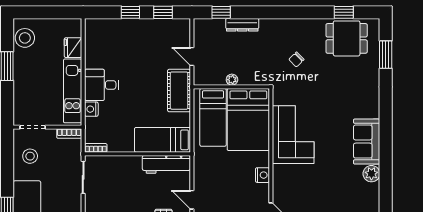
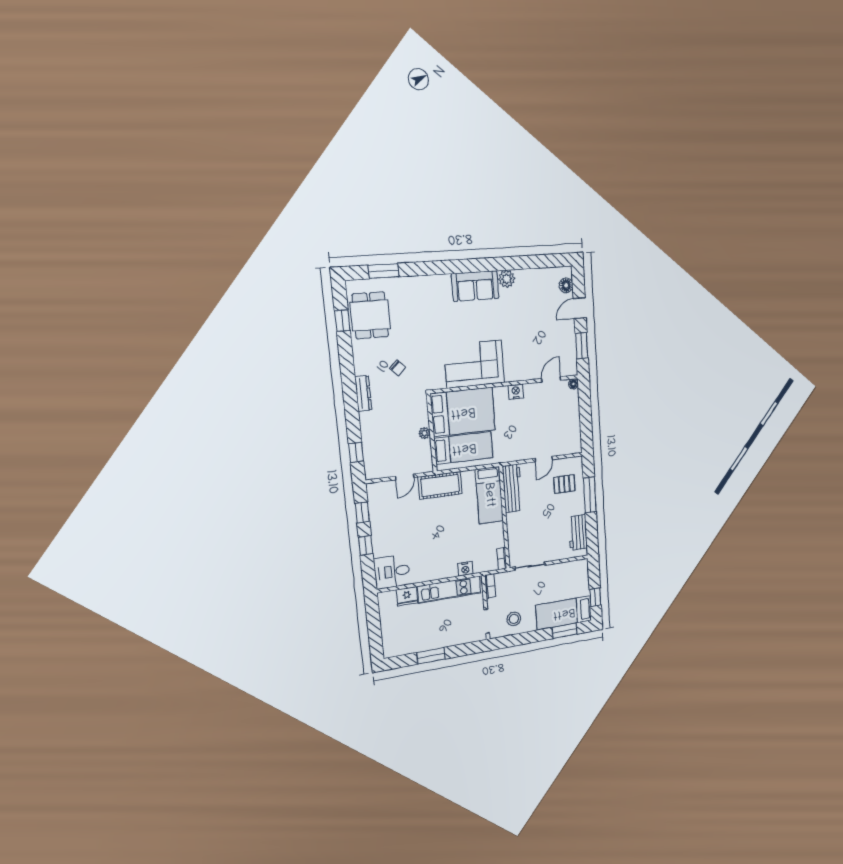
dresser: (242, 25) -> (363, 393), moved
stool: (25, 38) -> (402, 644), removed
desk: (102, 85) -> (392, 572), moved, turned 90

